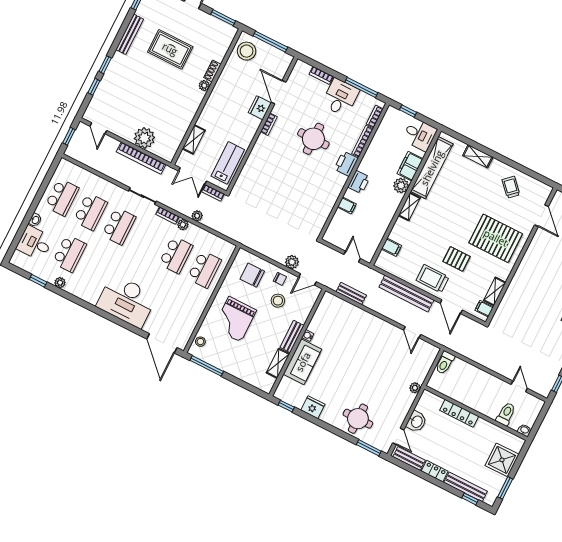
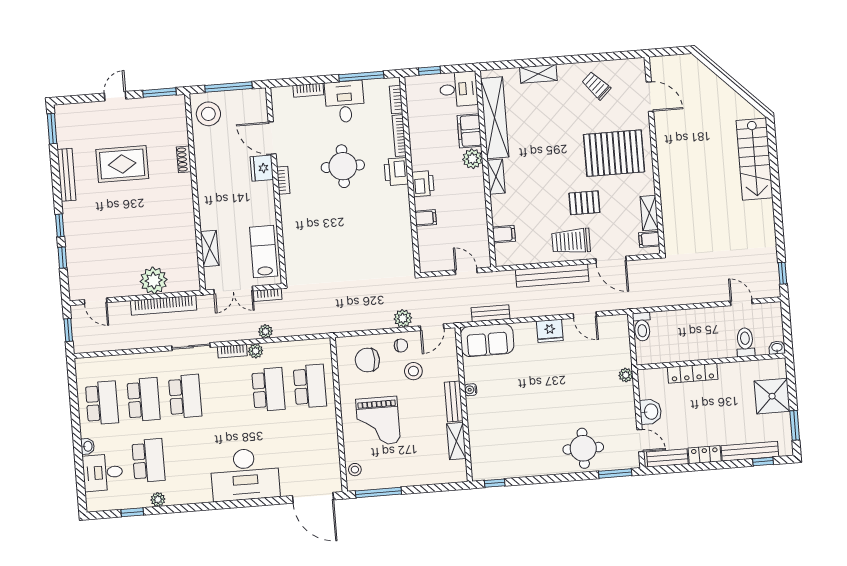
plant: (204, 86) -> (185, 181), removed
sofa: (303, 362) -> (487, 340), moved, turned 90
fridge: (313, 407) -> (550, 331), moved, turned 180

